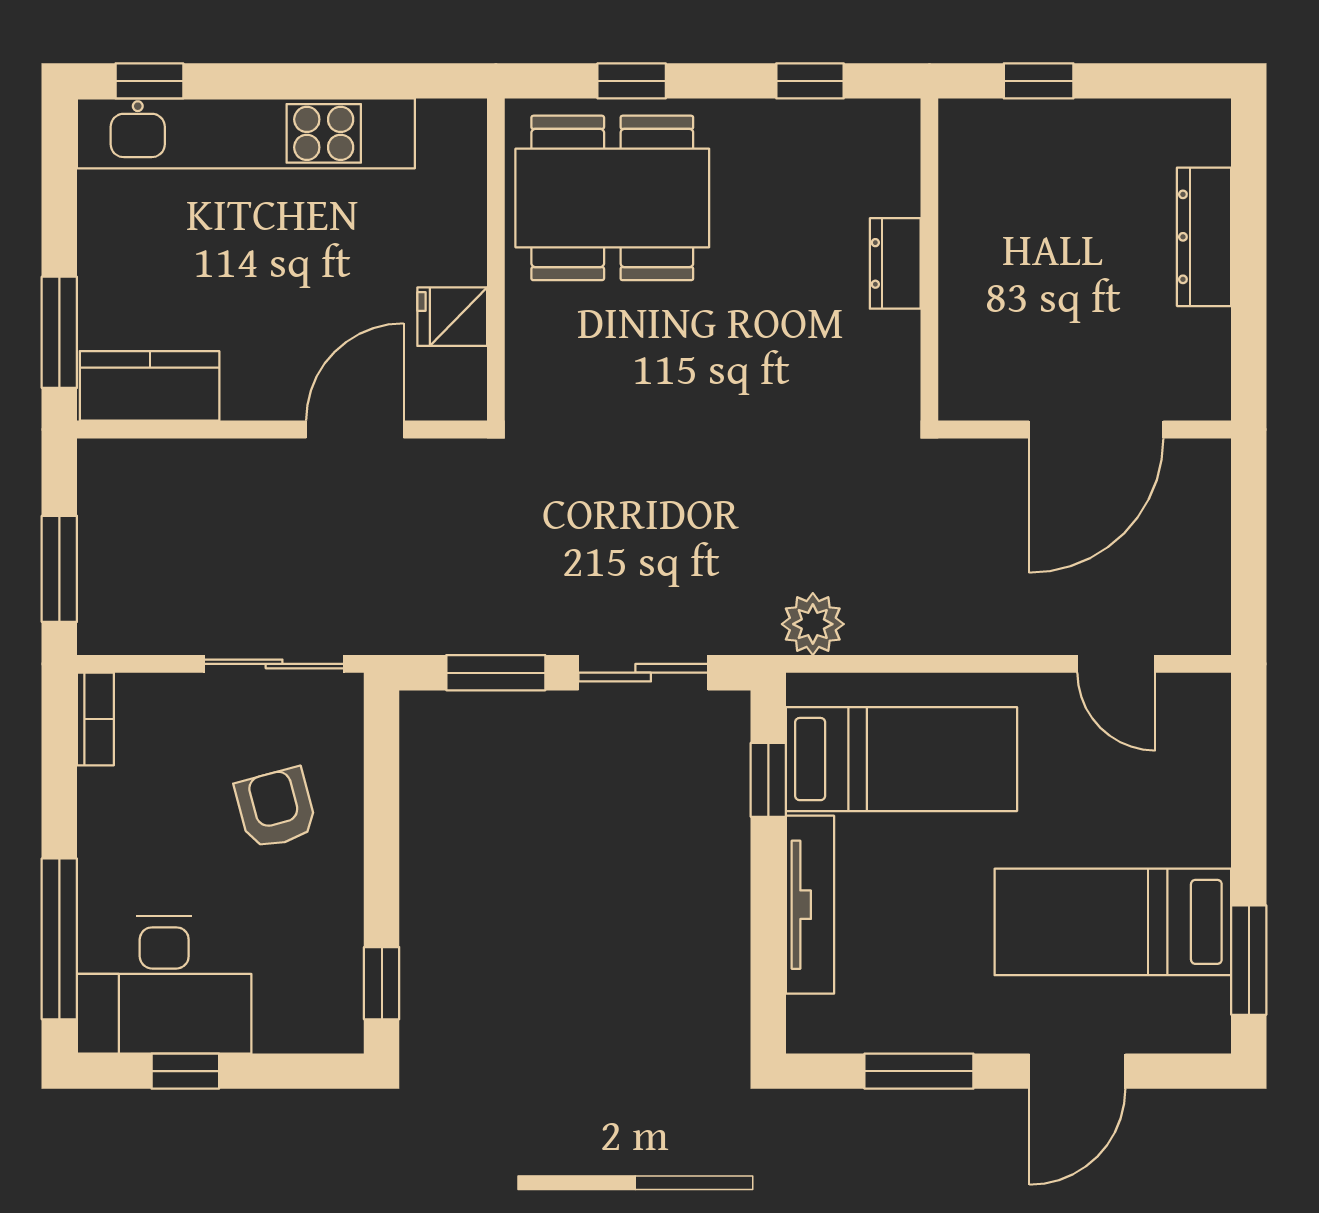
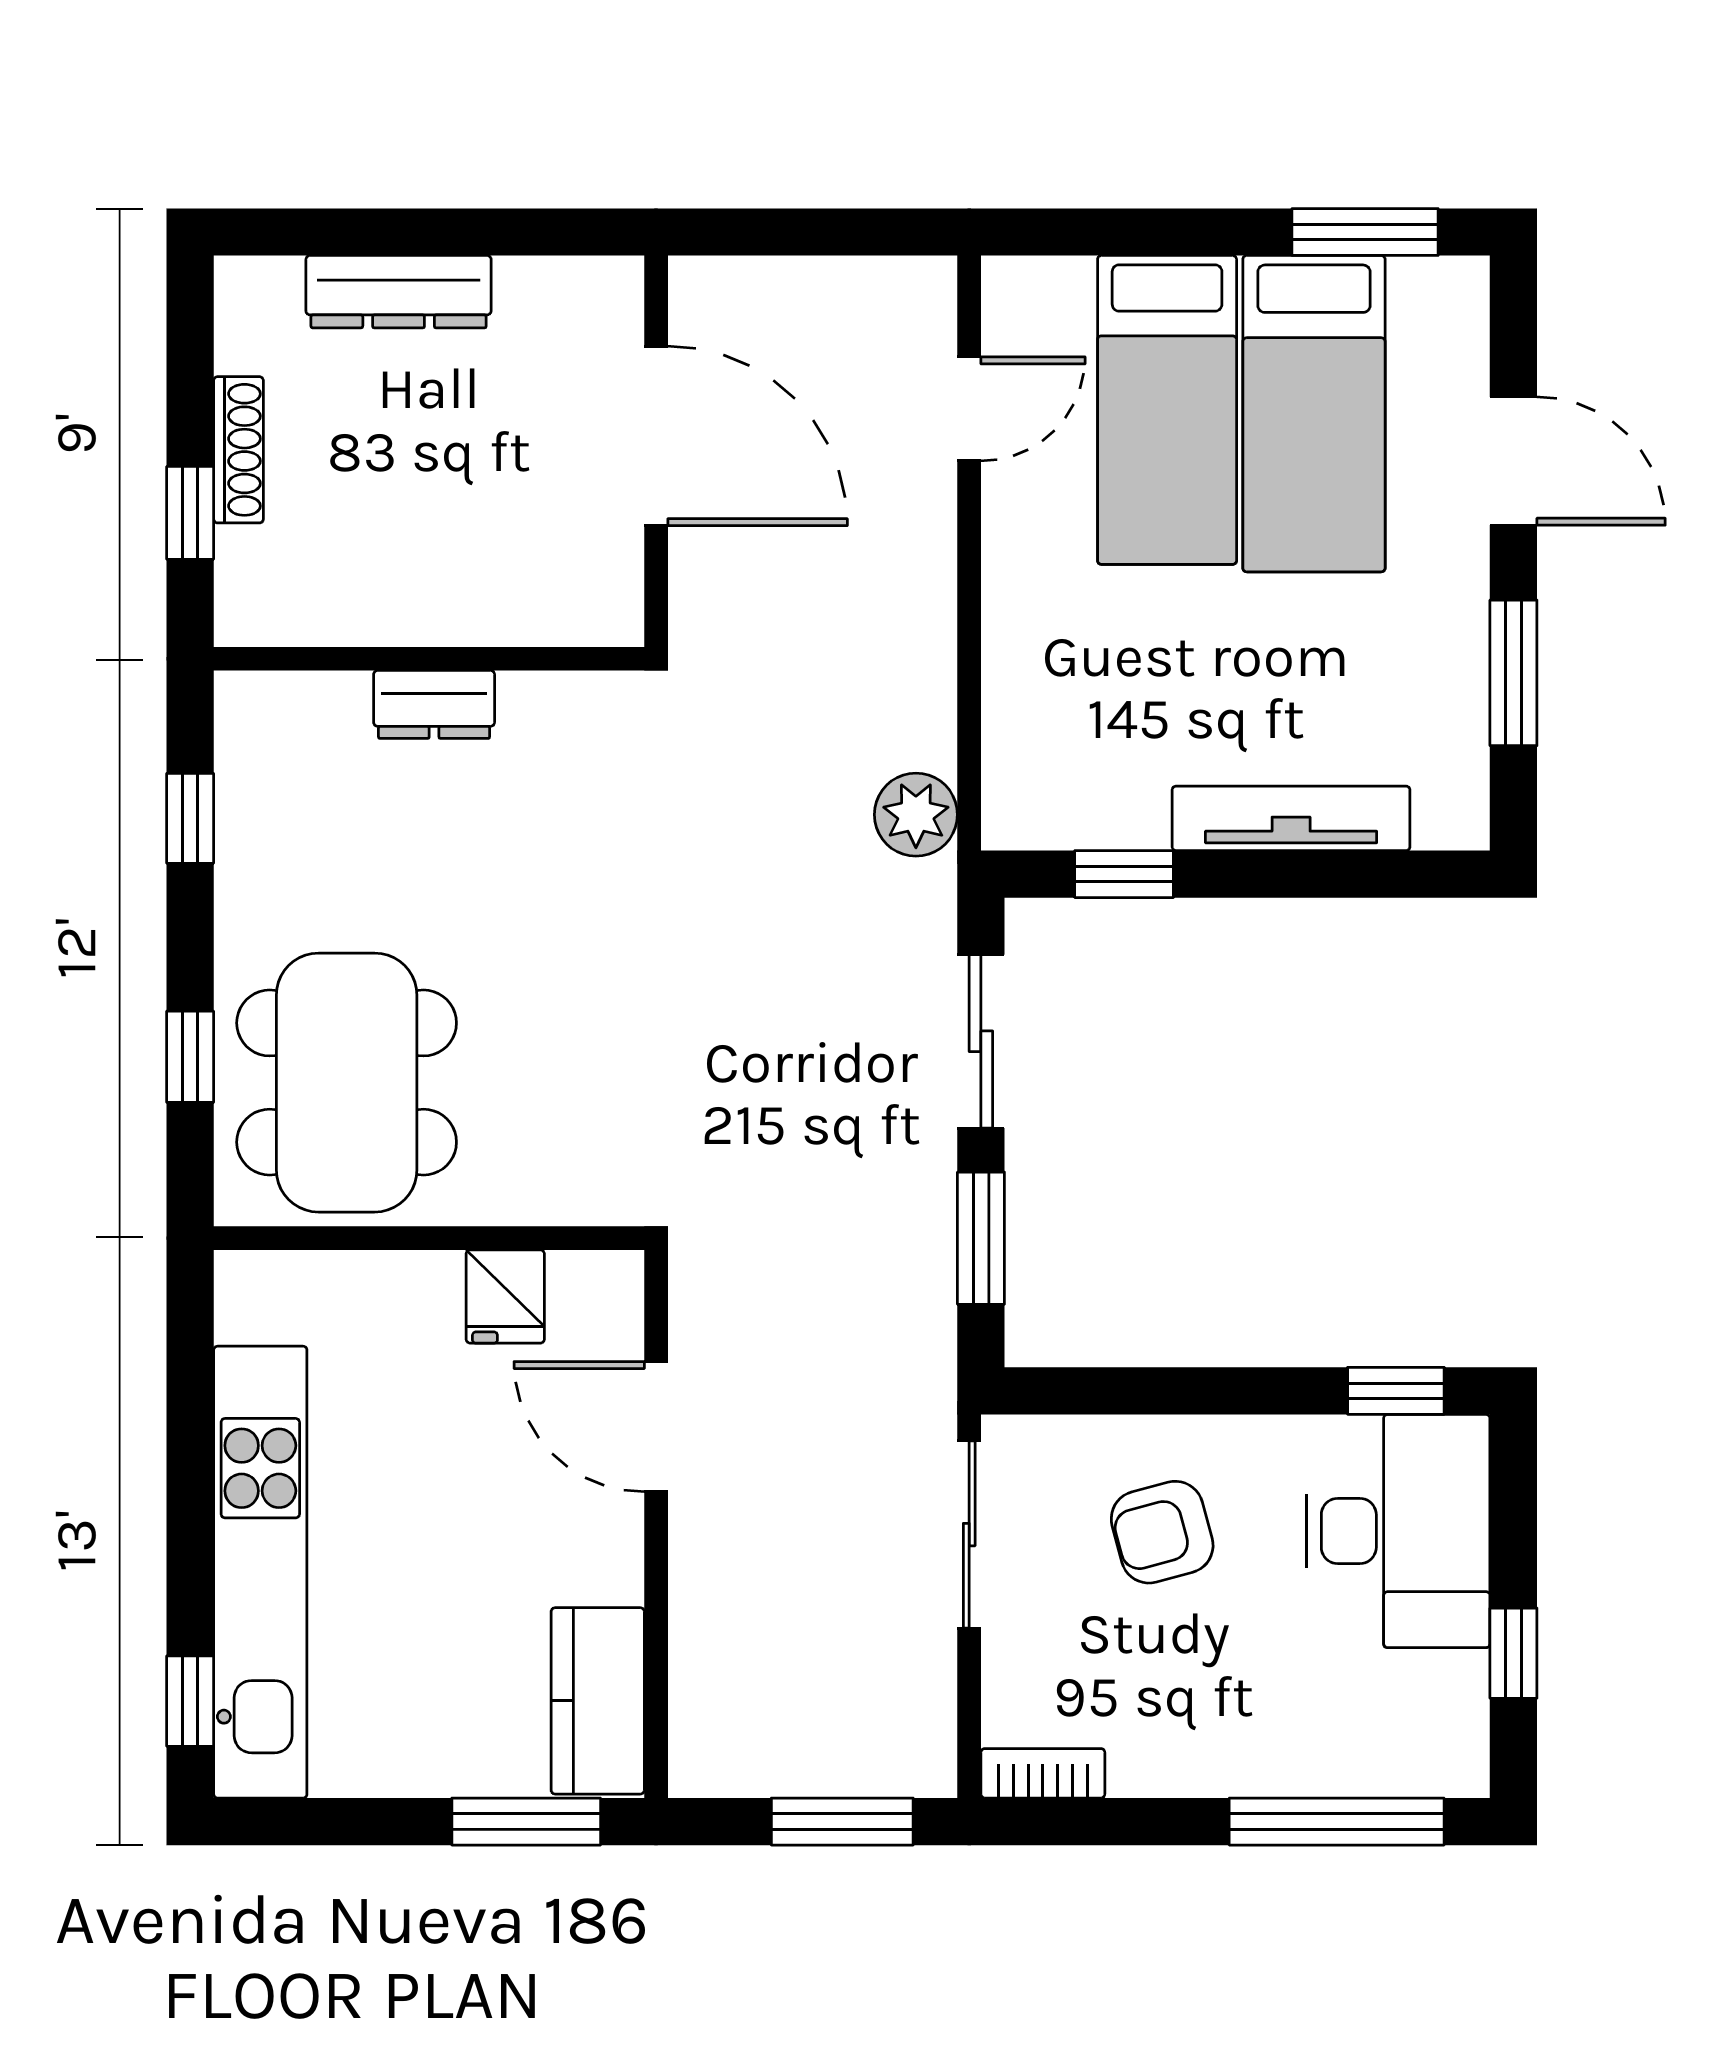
shoe rack: (1086, 117) -> (238, 450), added
bed: (901, 759) -> (1167, 410), moved, turned 180
desk: (164, 985) -> (1398, 1531), moved

